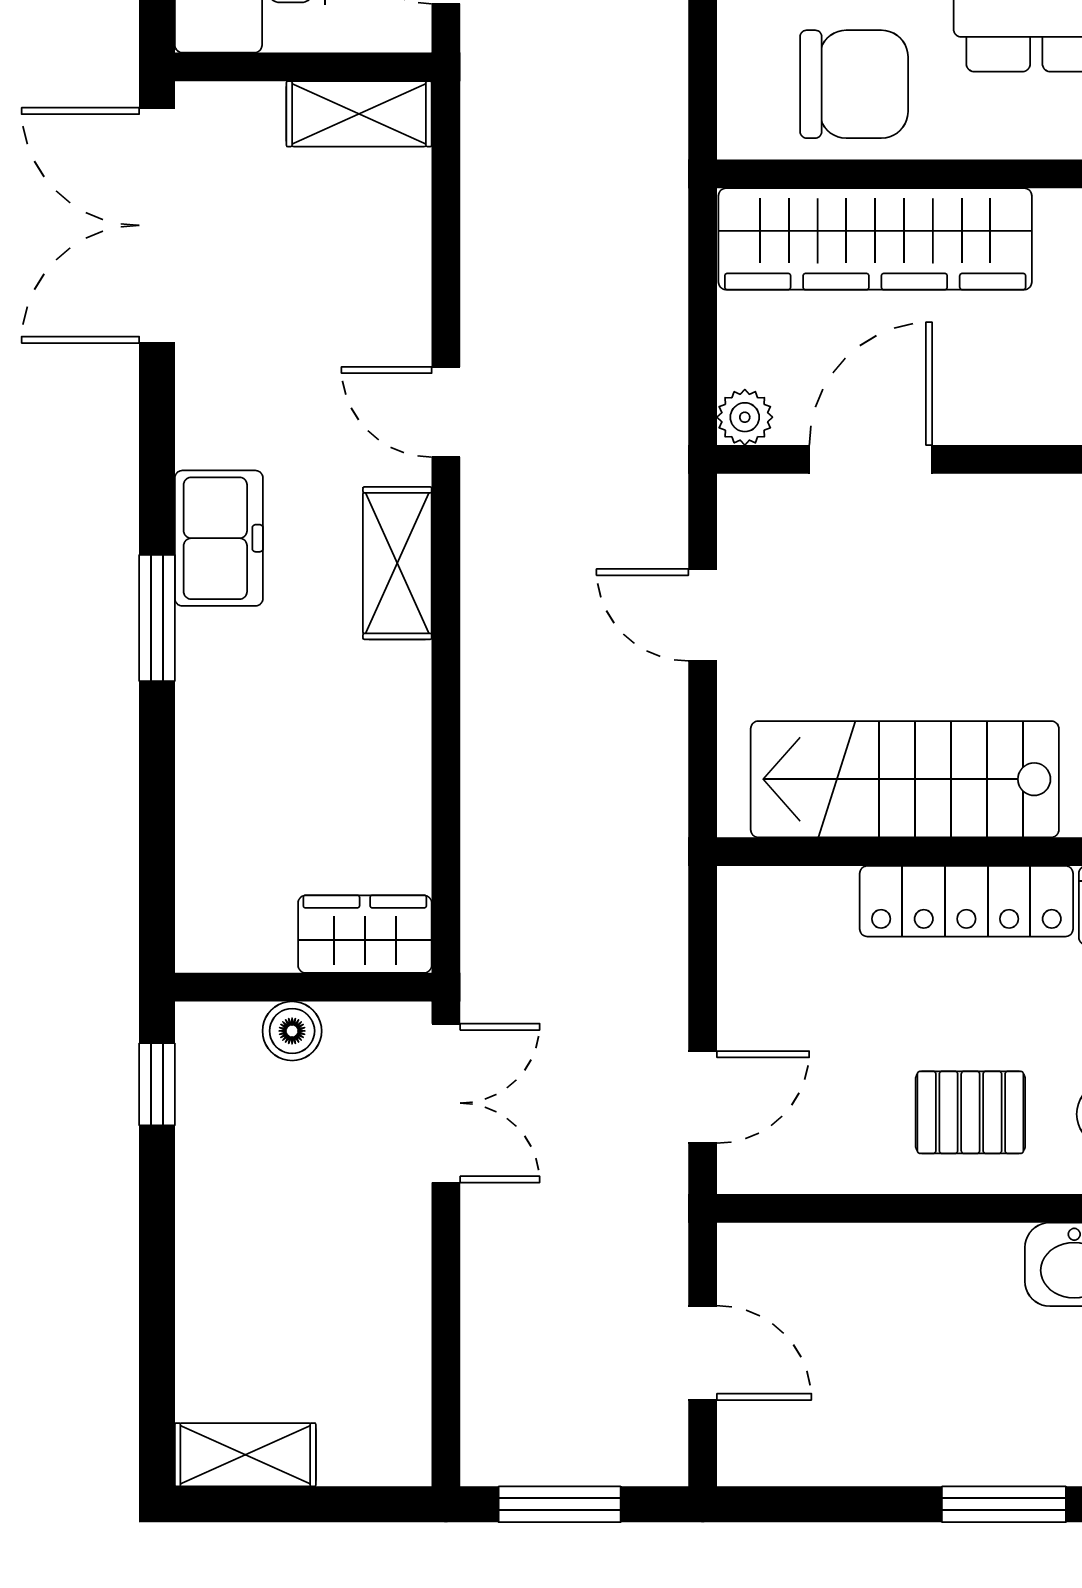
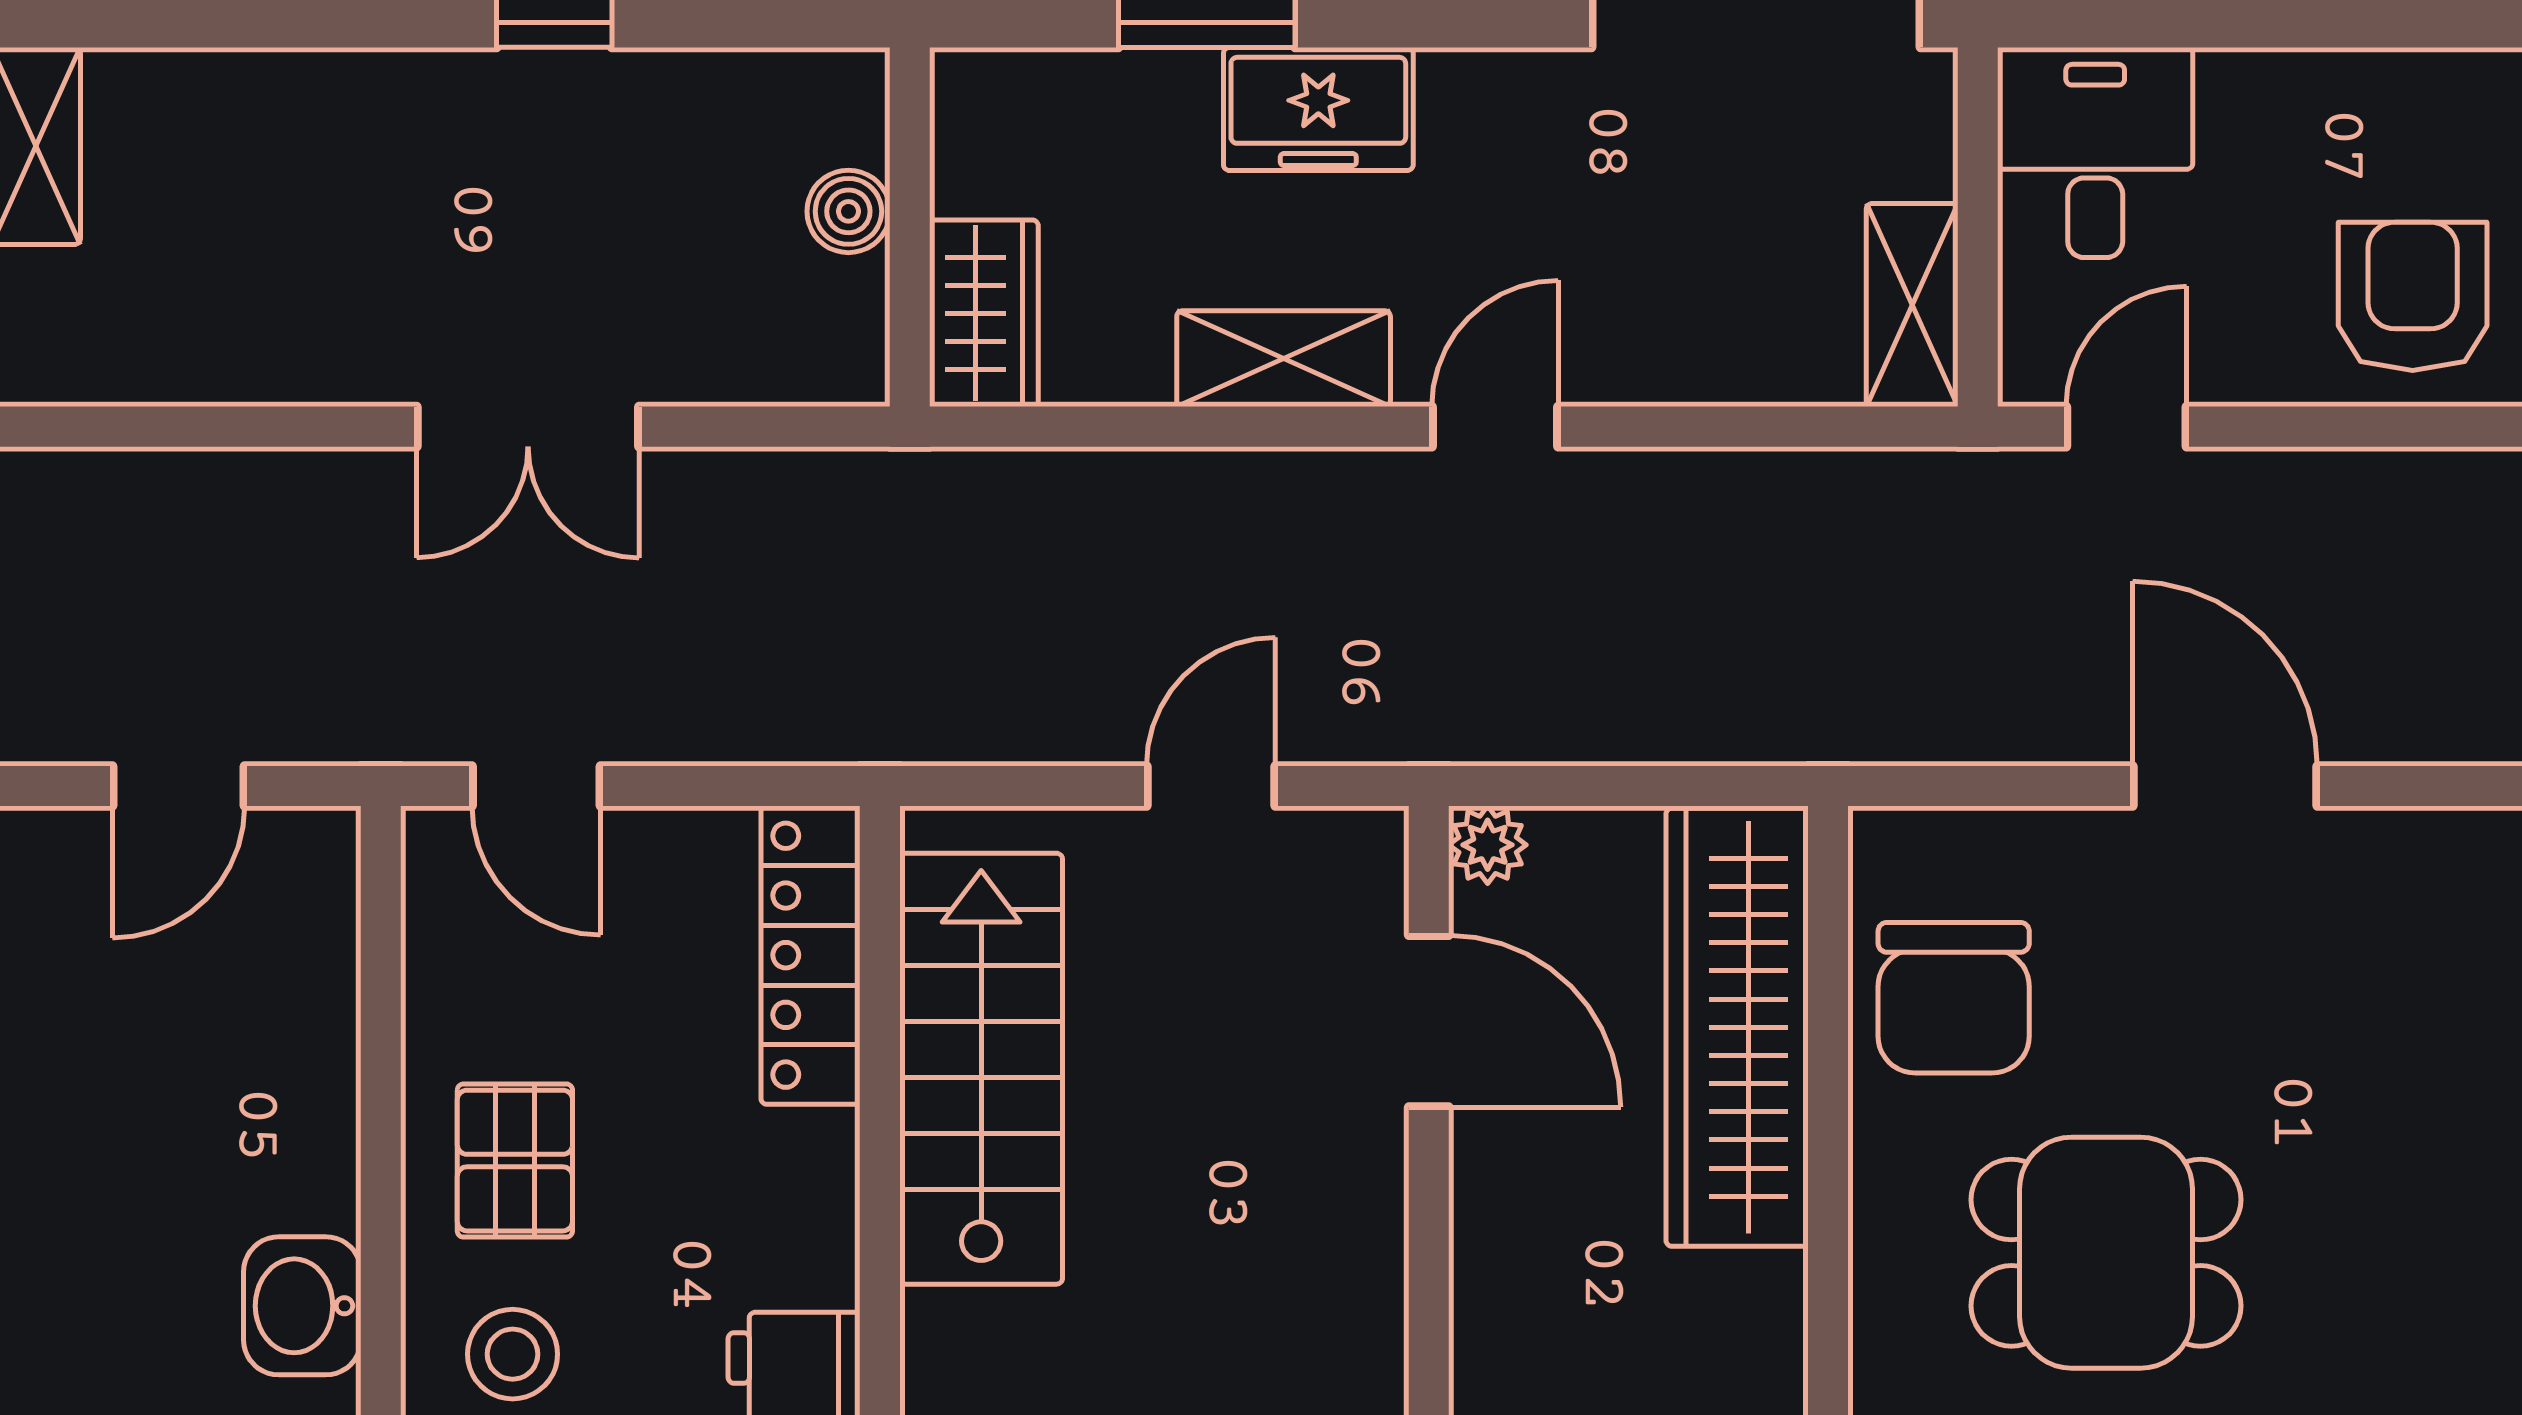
locker: (966, 901) -> (810, 955), moved
wardrobe: (365, 934) -> (984, 313), moved
wall: (303, 987) -> (910, 227), moved
boiler: (292, 1031) -> (848, 211), moved

